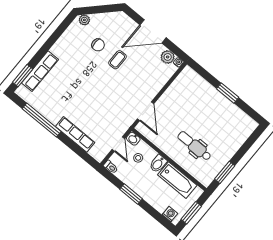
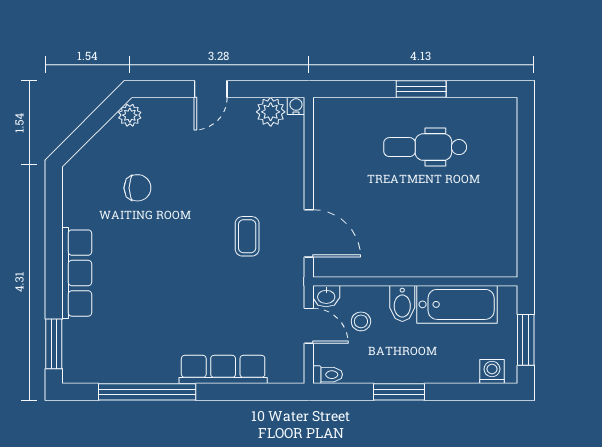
plant: (84, 20) -> (130, 115), moved
door: (153, 31) -> (211, 89), width x0.53
coffee table: (117, 60) -> (247, 236), moved
row of seats: (40, 71) -> (77, 273), moved
dental chair: (194, 146) -> (425, 147), moved
window: (225, 172) -> (526, 226), removed

